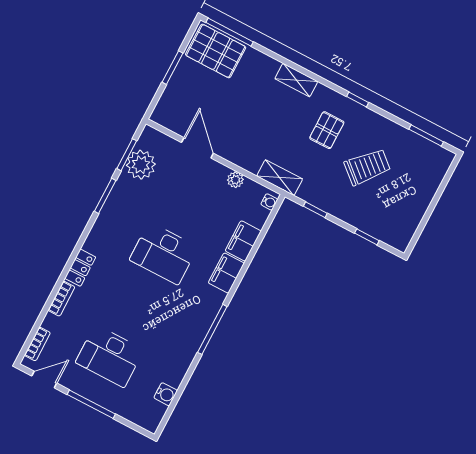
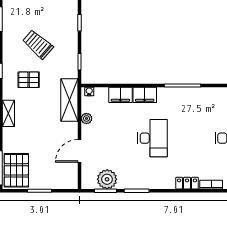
shelving: (280, 178) -> (69, 100), width x1.50, depth x1.33

